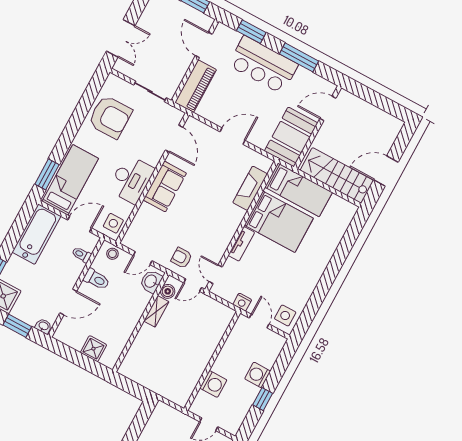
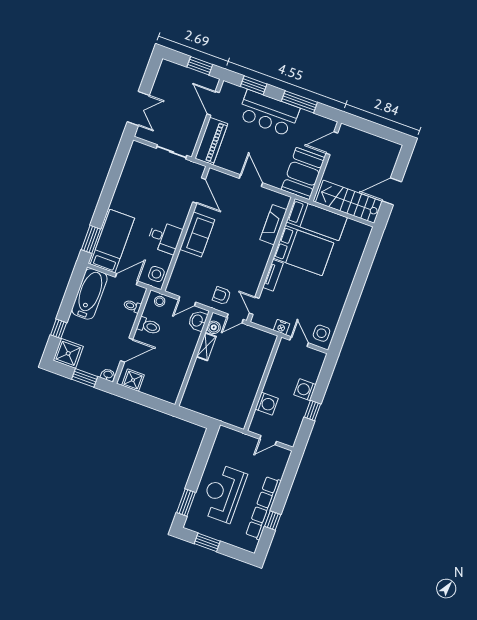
armchair: (110, 117) -> (139, 180), removed
door: (233, 136) -> (251, 181), hinge flipped
desk: (131, 179) -> (165, 237), width x0.73
shower: (93, 349) -> (133, 380), moved

